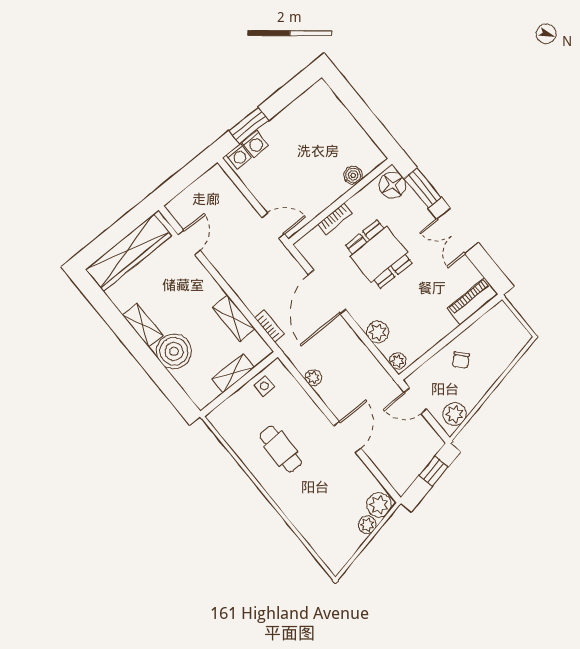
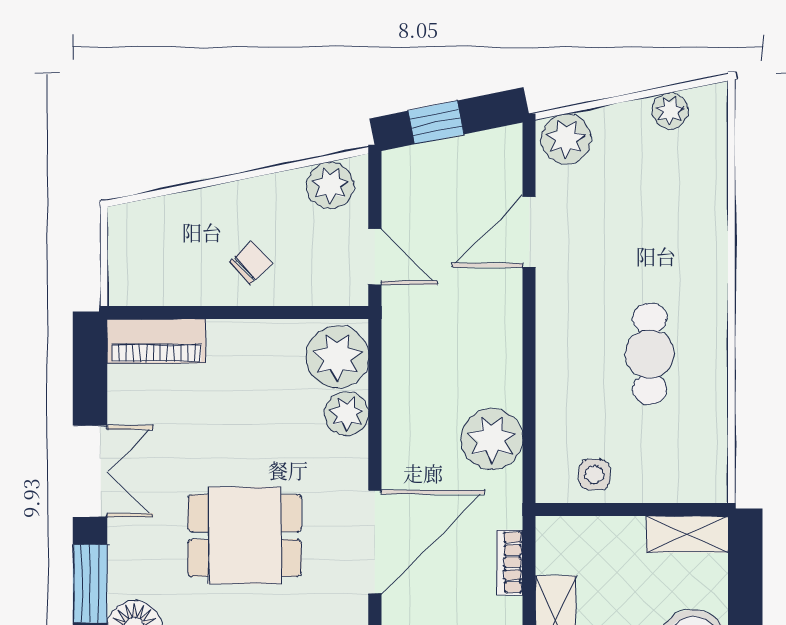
dining table: (379, 254) -> (245, 535), turned 90
plant: (398, 361) -> (337, 357), width x1.88, depth x1.88
shelving: (233, 373) -> (687, 534), moved
plant: (313, 377) -> (492, 439), width x1.88, depth x1.88
door: (347, 437) -> (529, 232), moved
plant: (367, 525) -> (670, 111), moved

